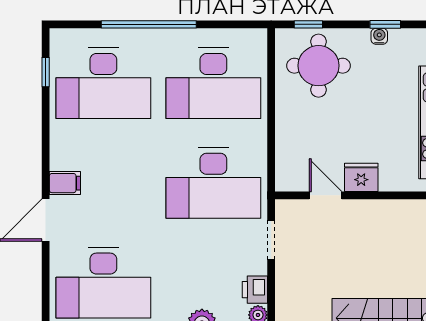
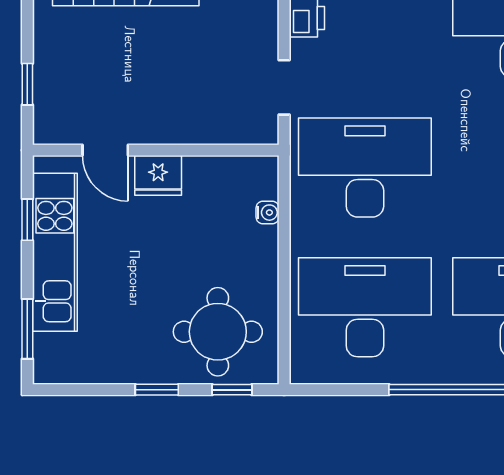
window: (385, 24) -> (157, 390), moved
water cooler: (379, 36) -> (268, 213), moved, turned -90
door: (326, 195) -> (105, 150), moved

